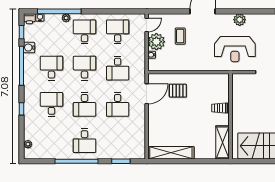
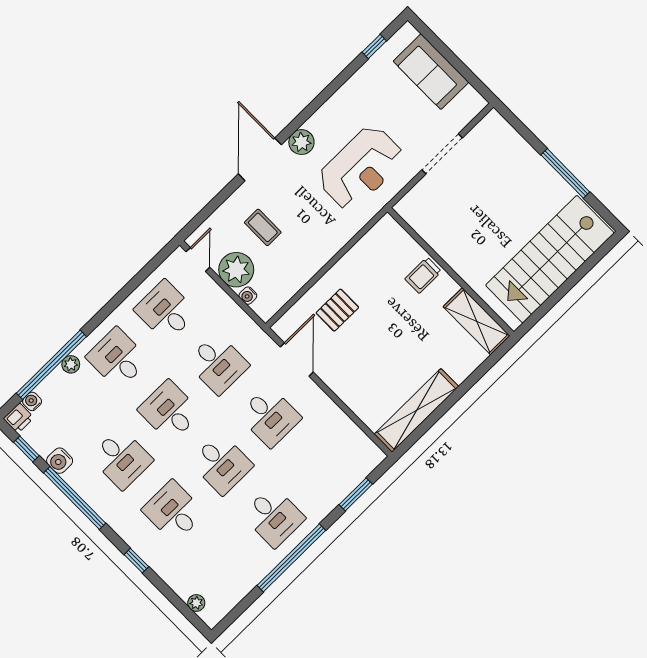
plant: (240, 20) -> (301, 142), moved
desk: (51, 68) -> (121, 459), turned 180

